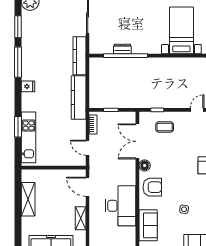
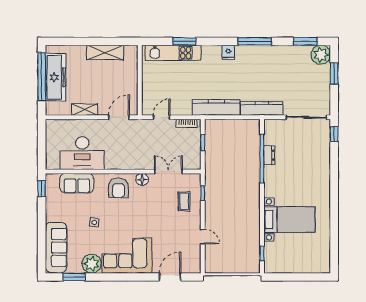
window: (18, 27) -> (305, 41), moved
double door: (137, 141) -> (168, 171), width x0.73
desk: (121, 206) -> (82, 153), moved

